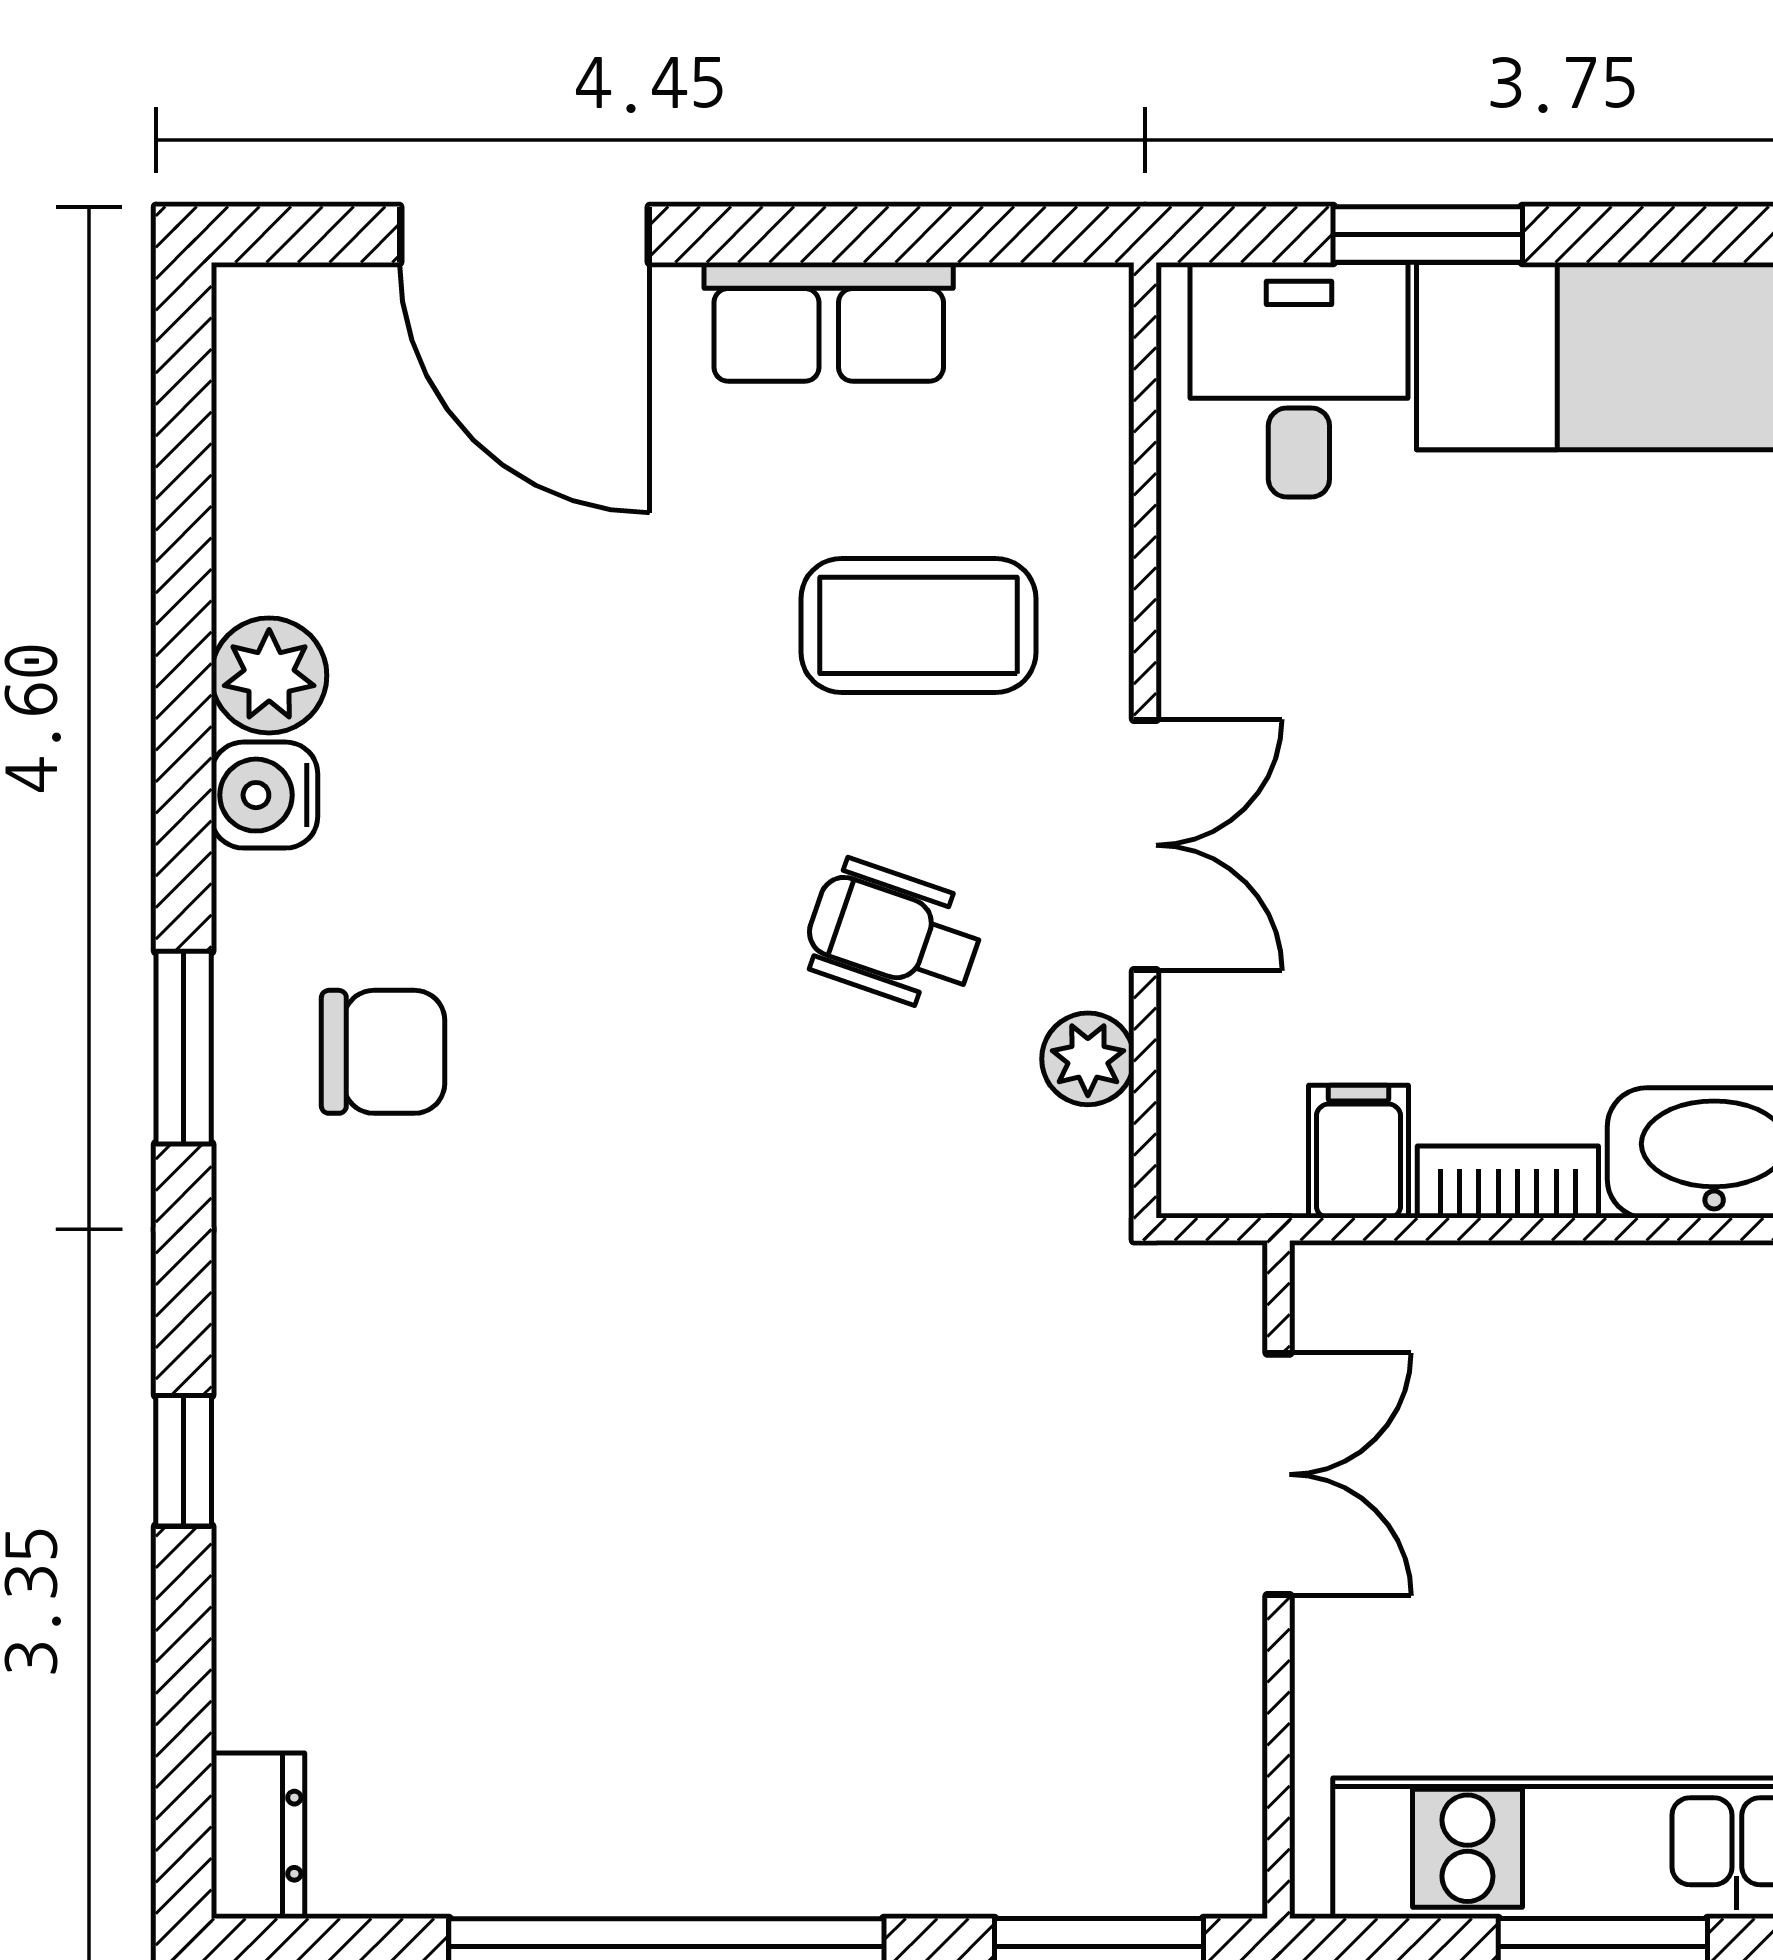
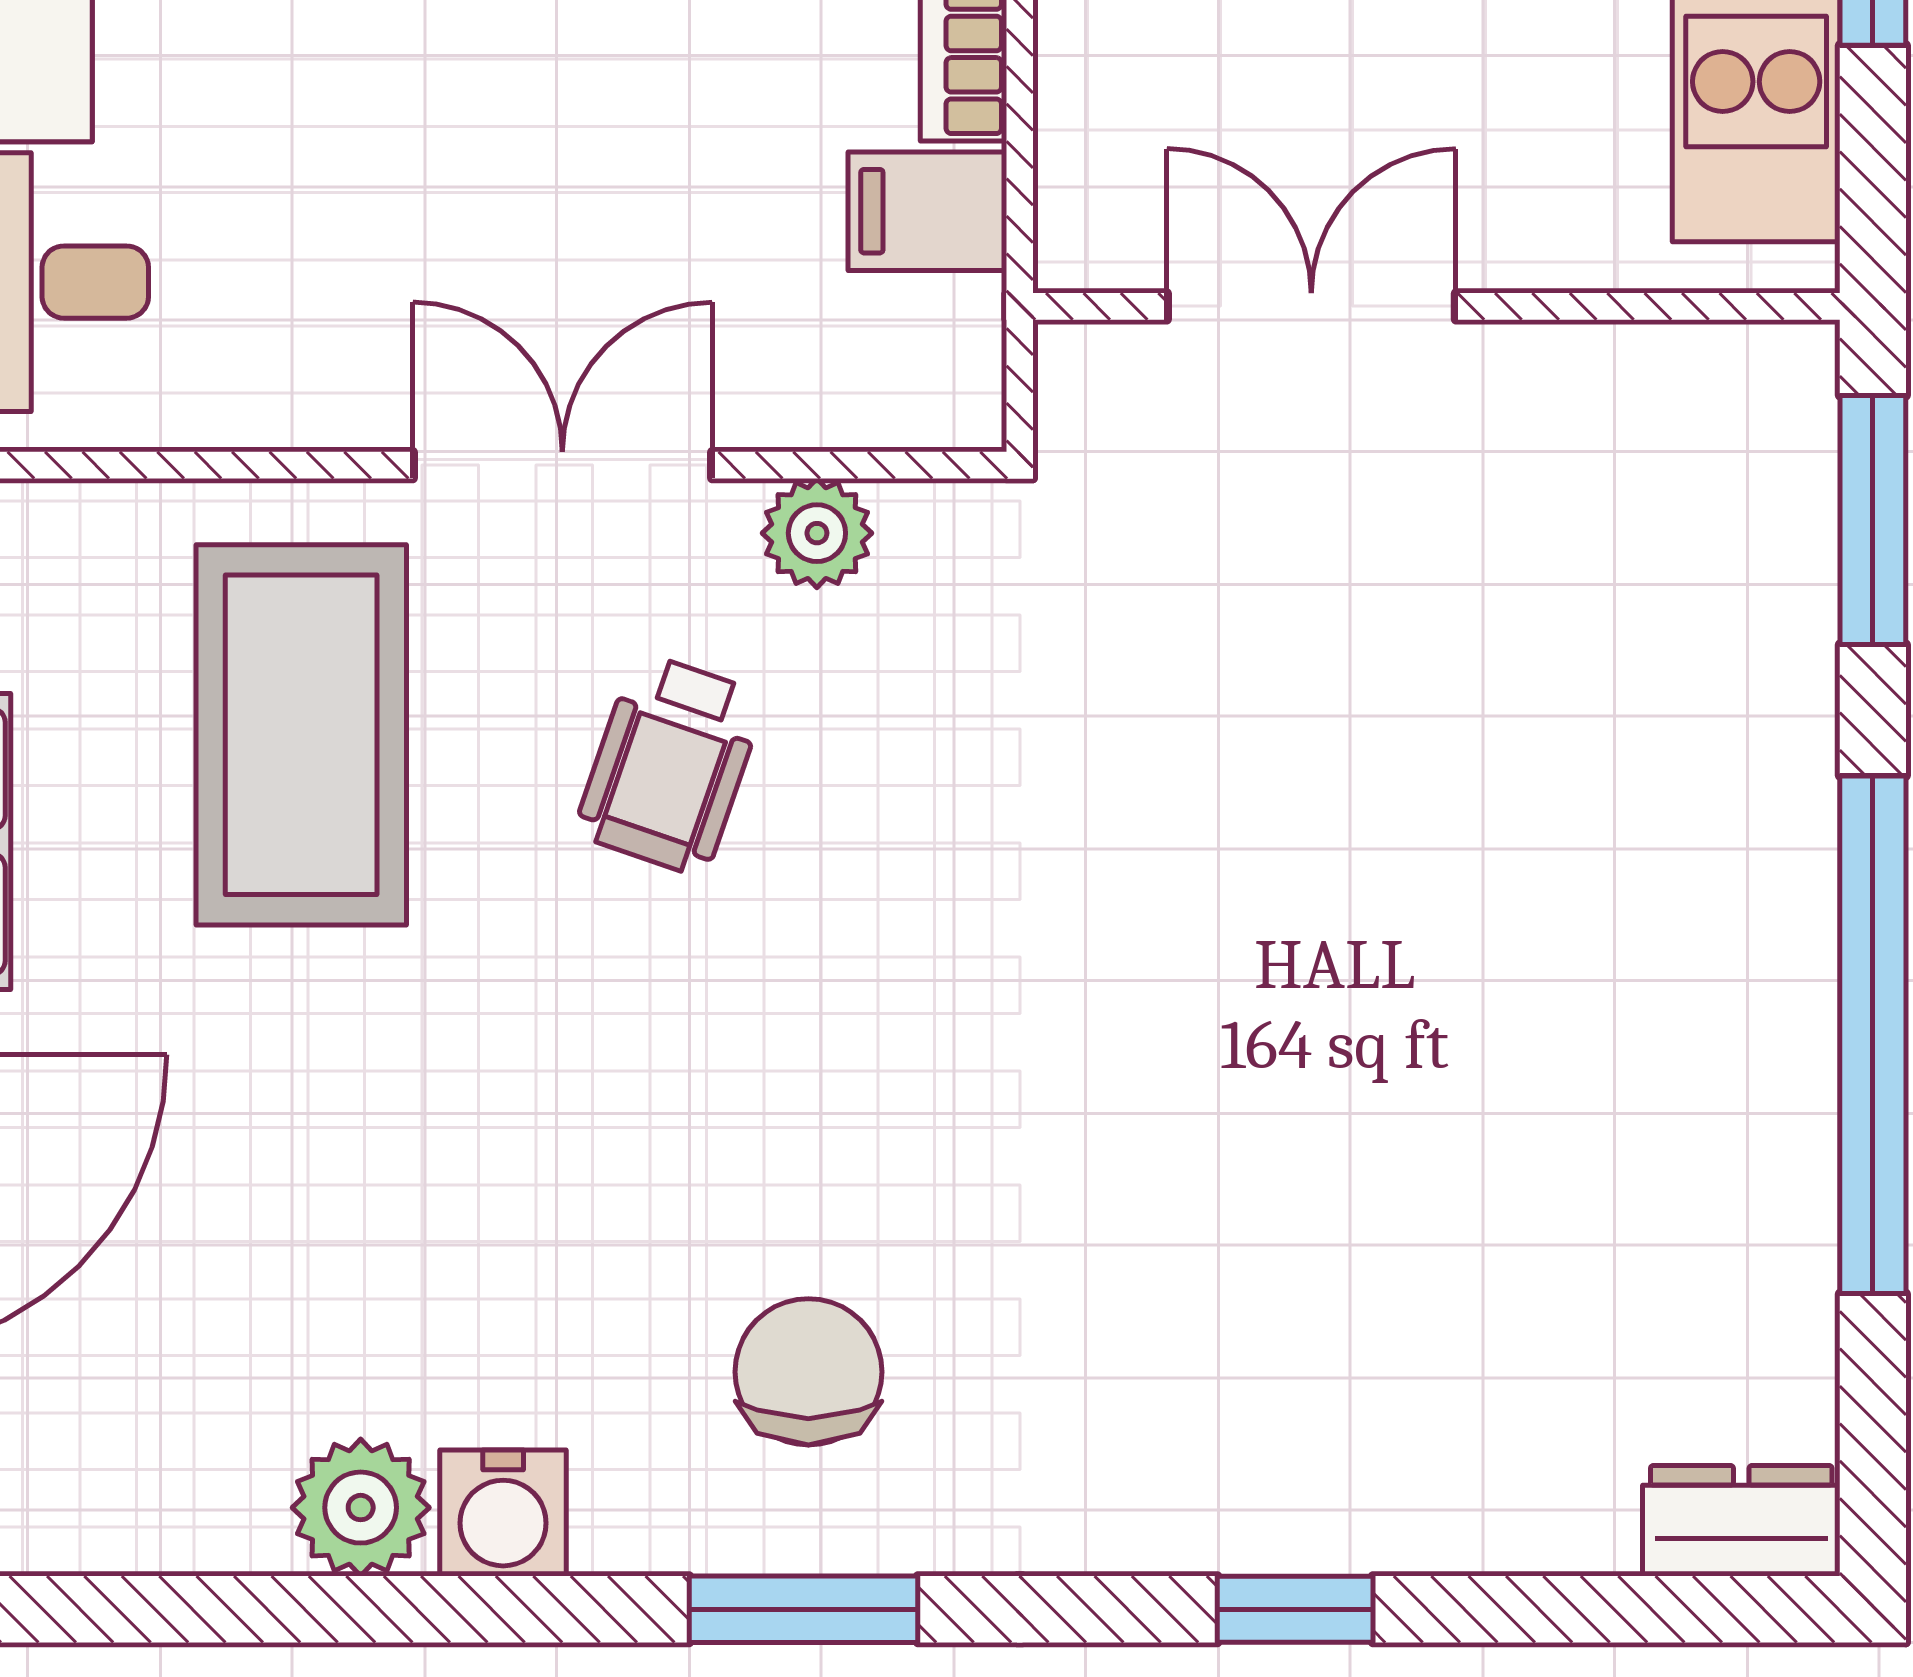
coffee table: (918, 625) -> (301, 735), width x1.36, depth x1.32

